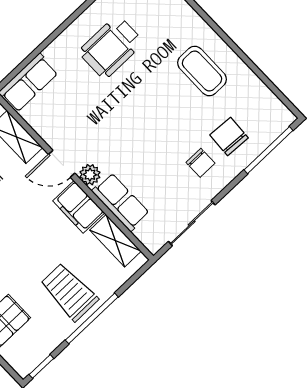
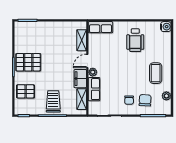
wheelchair: (111, 47) -> (135, 40), turned -90
plant: (259, 93) -> (166, 96), added
door: (62, 164) -> (87, 61), hinge flipped

